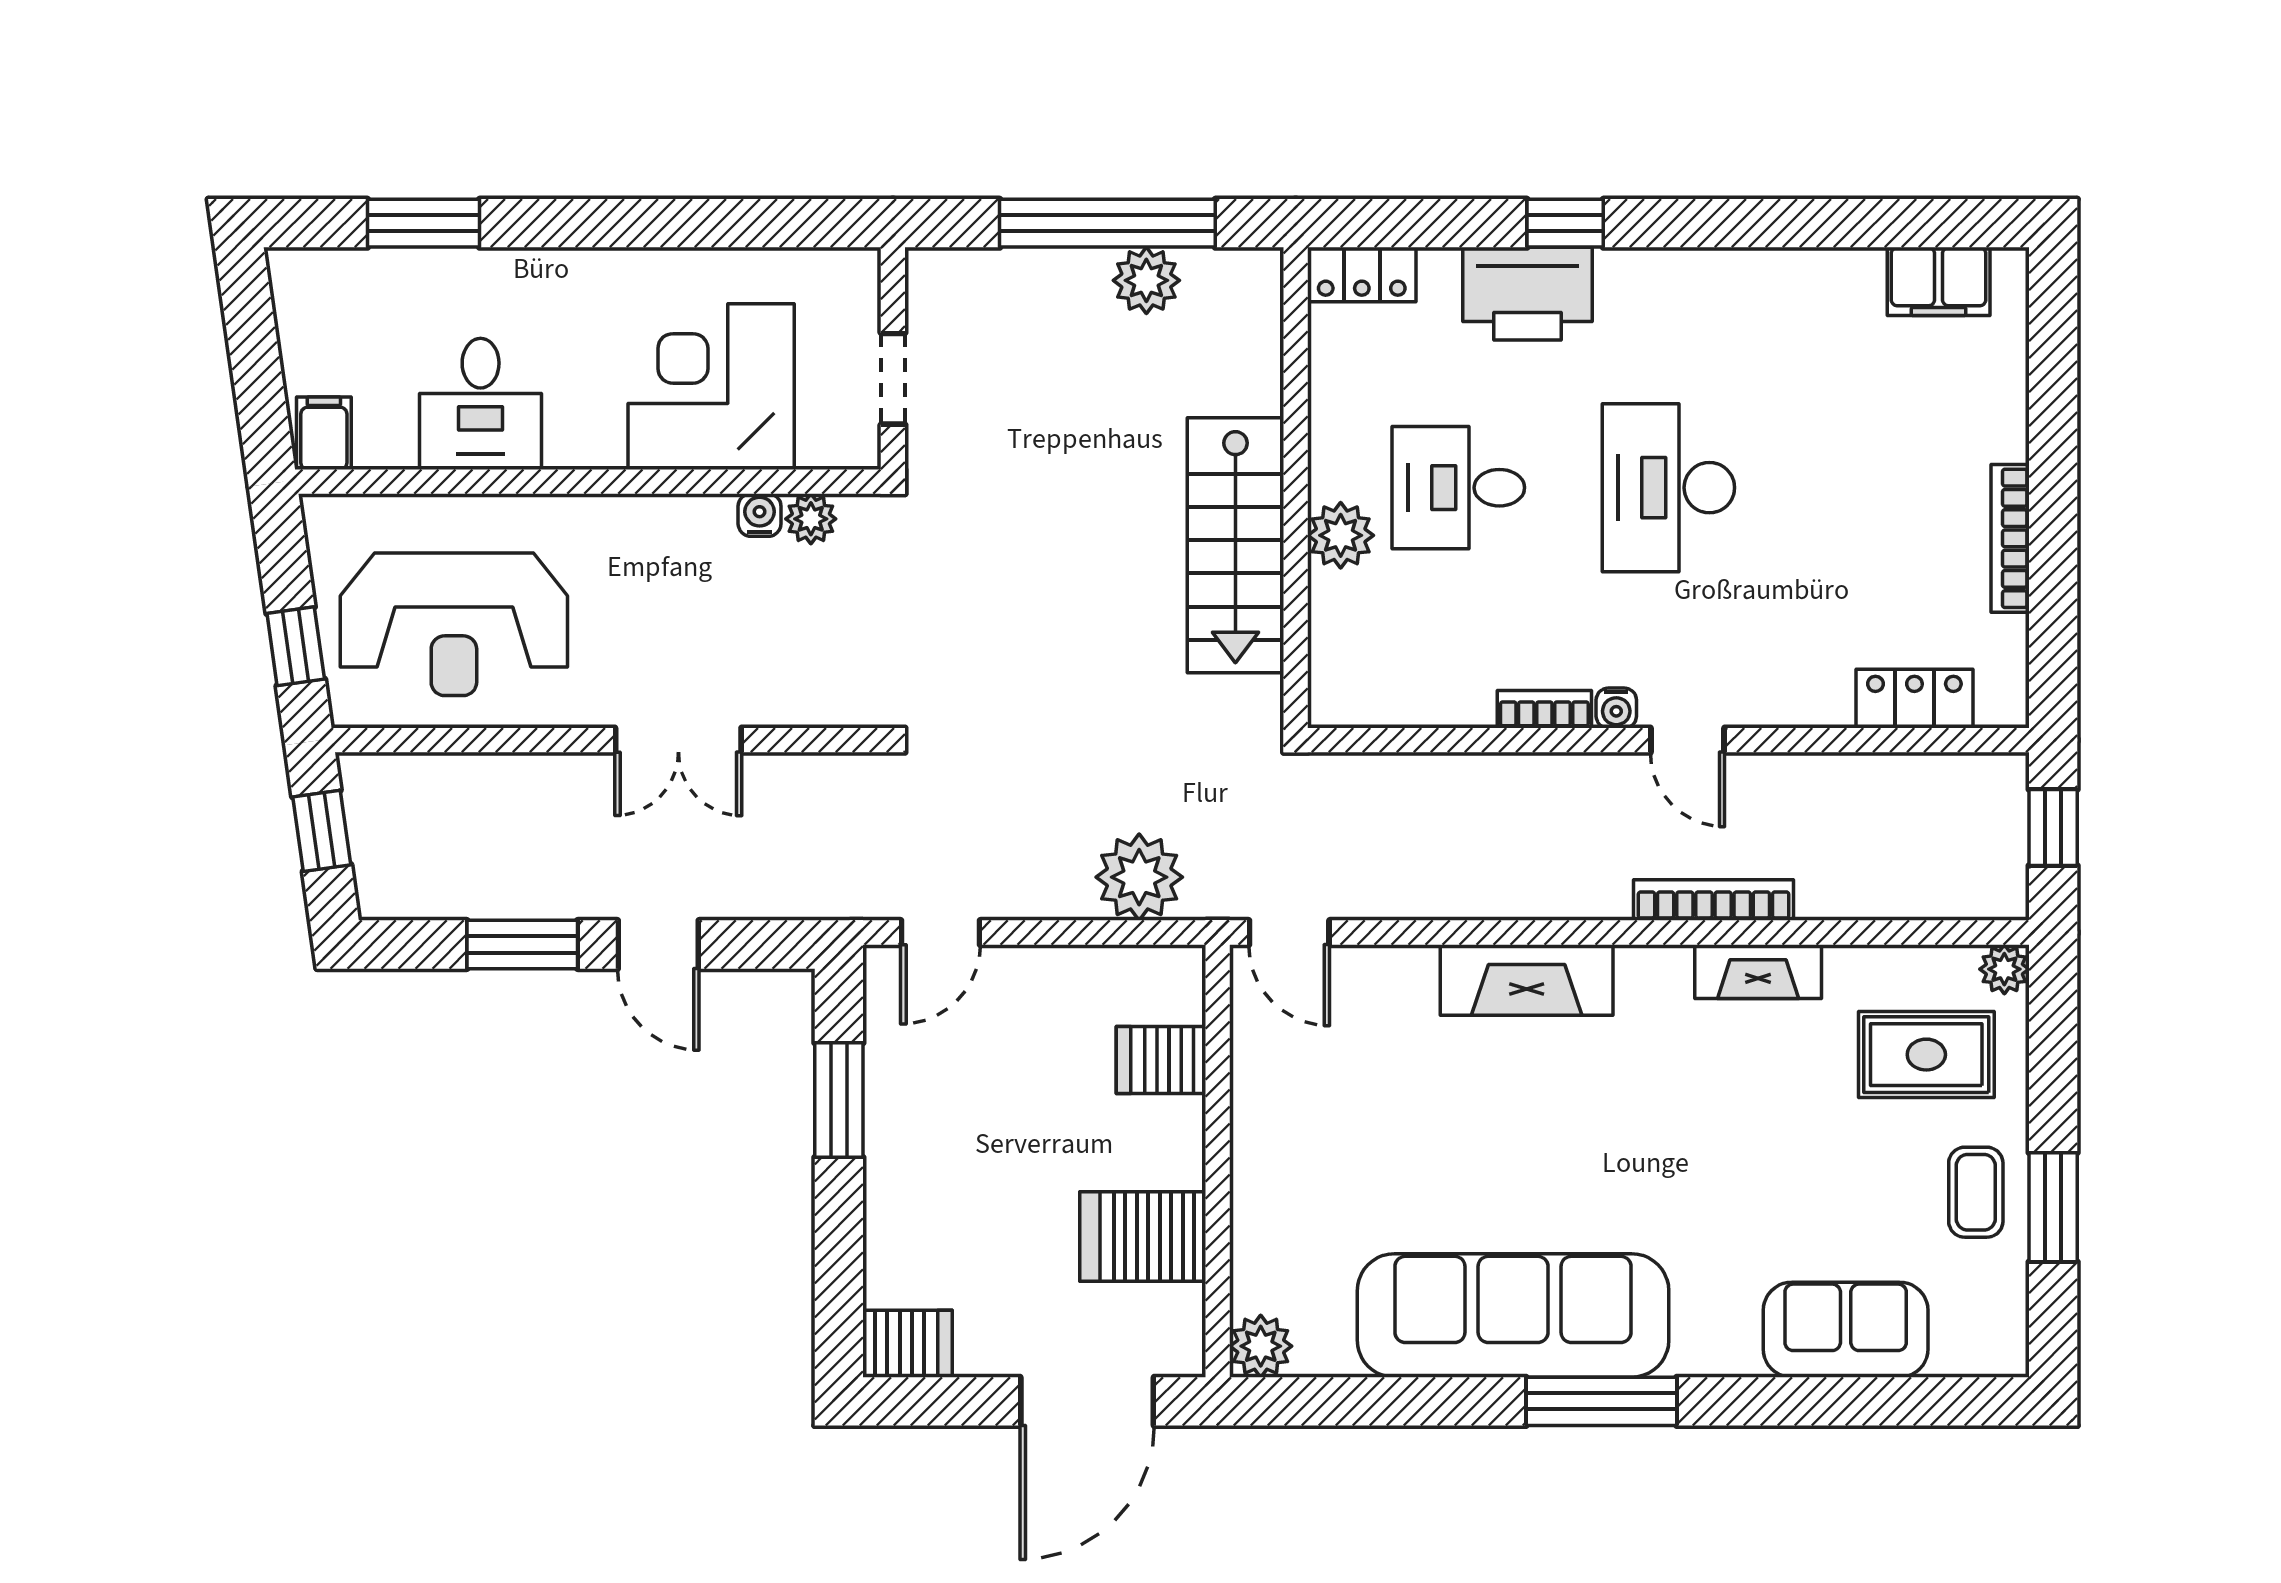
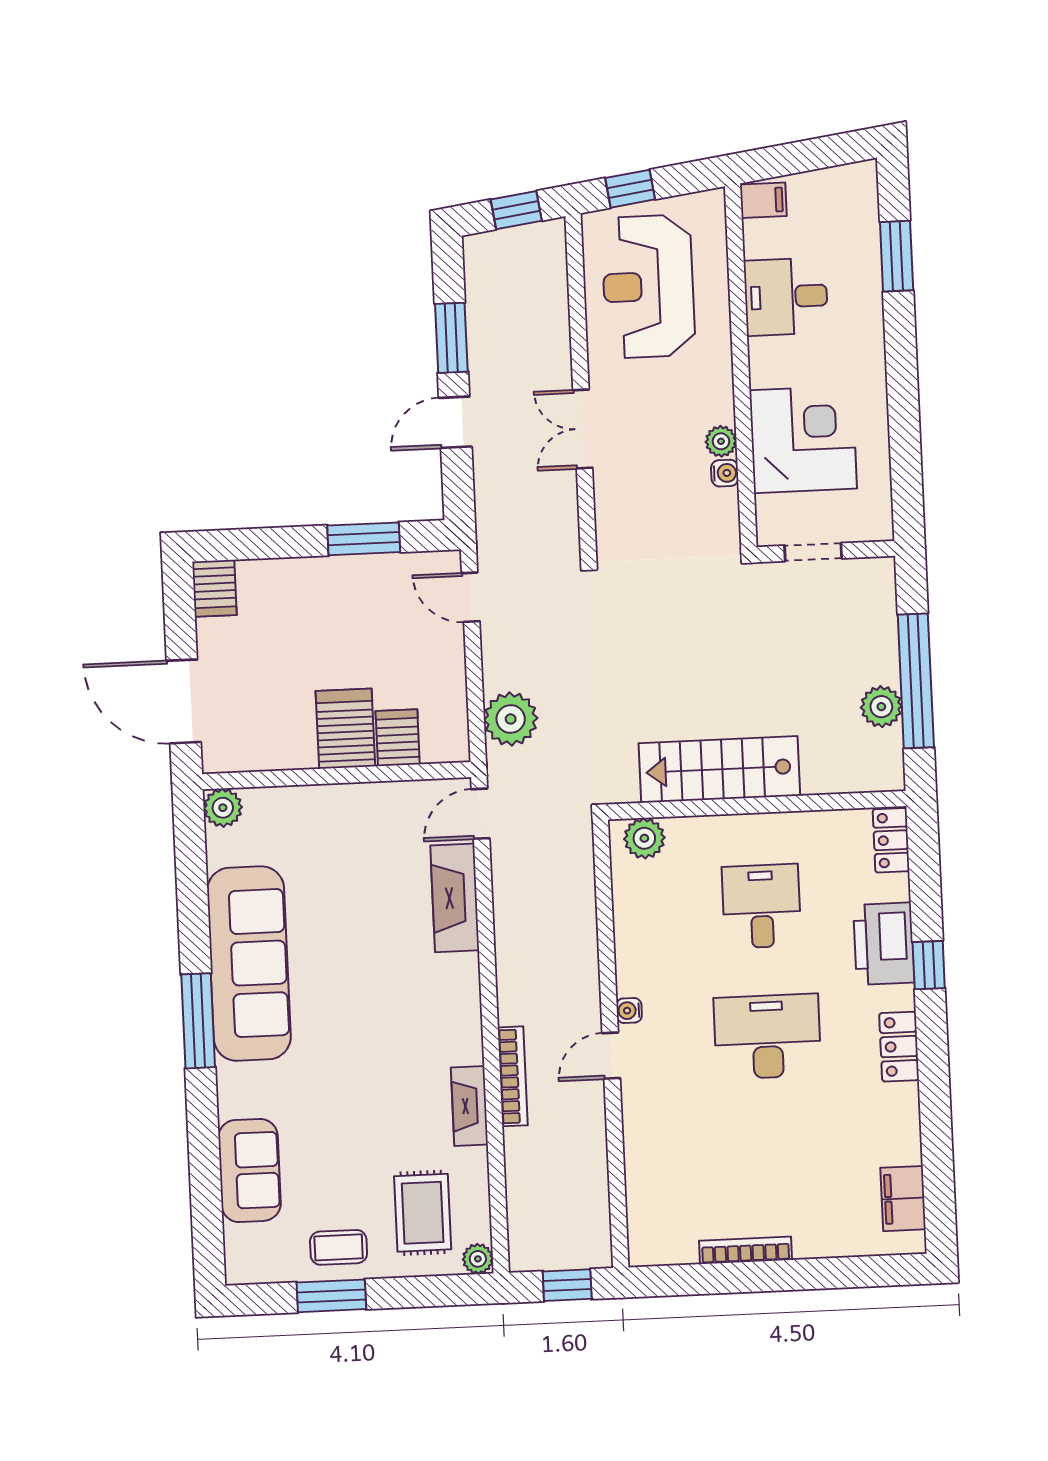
plant: (811, 519) -> (721, 441), moved
plant: (1341, 535) -> (644, 838), moved
locker: (1914, 699) -> (899, 1047), moved, turned 180
bookcase: (1544, 709) -> (626, 966), removed
fireplace: (1527, 980) -> (455, 898), moved
server rack: (1143, 1237) -> (345, 729), moved

